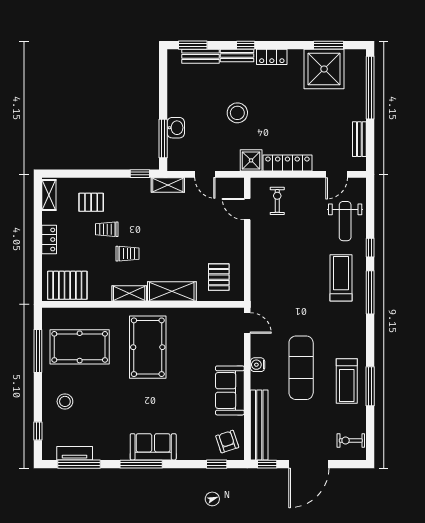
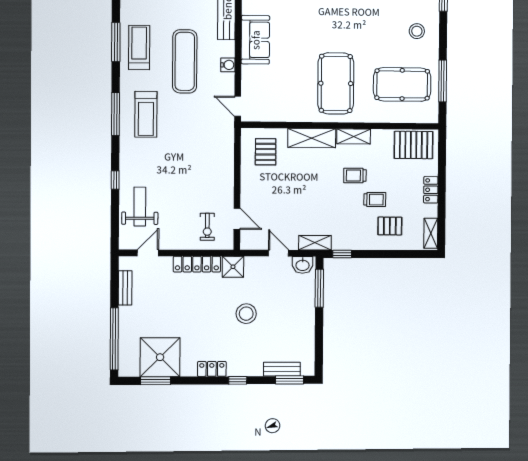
bench: (237, 55) -> (246, 370), removed
washbasin: (176, 128) -> (303, 265), moved, turned -90
treadmill: (341, 278) -> (146, 114), moved
window: (370, 292) -> (115, 114), moved

